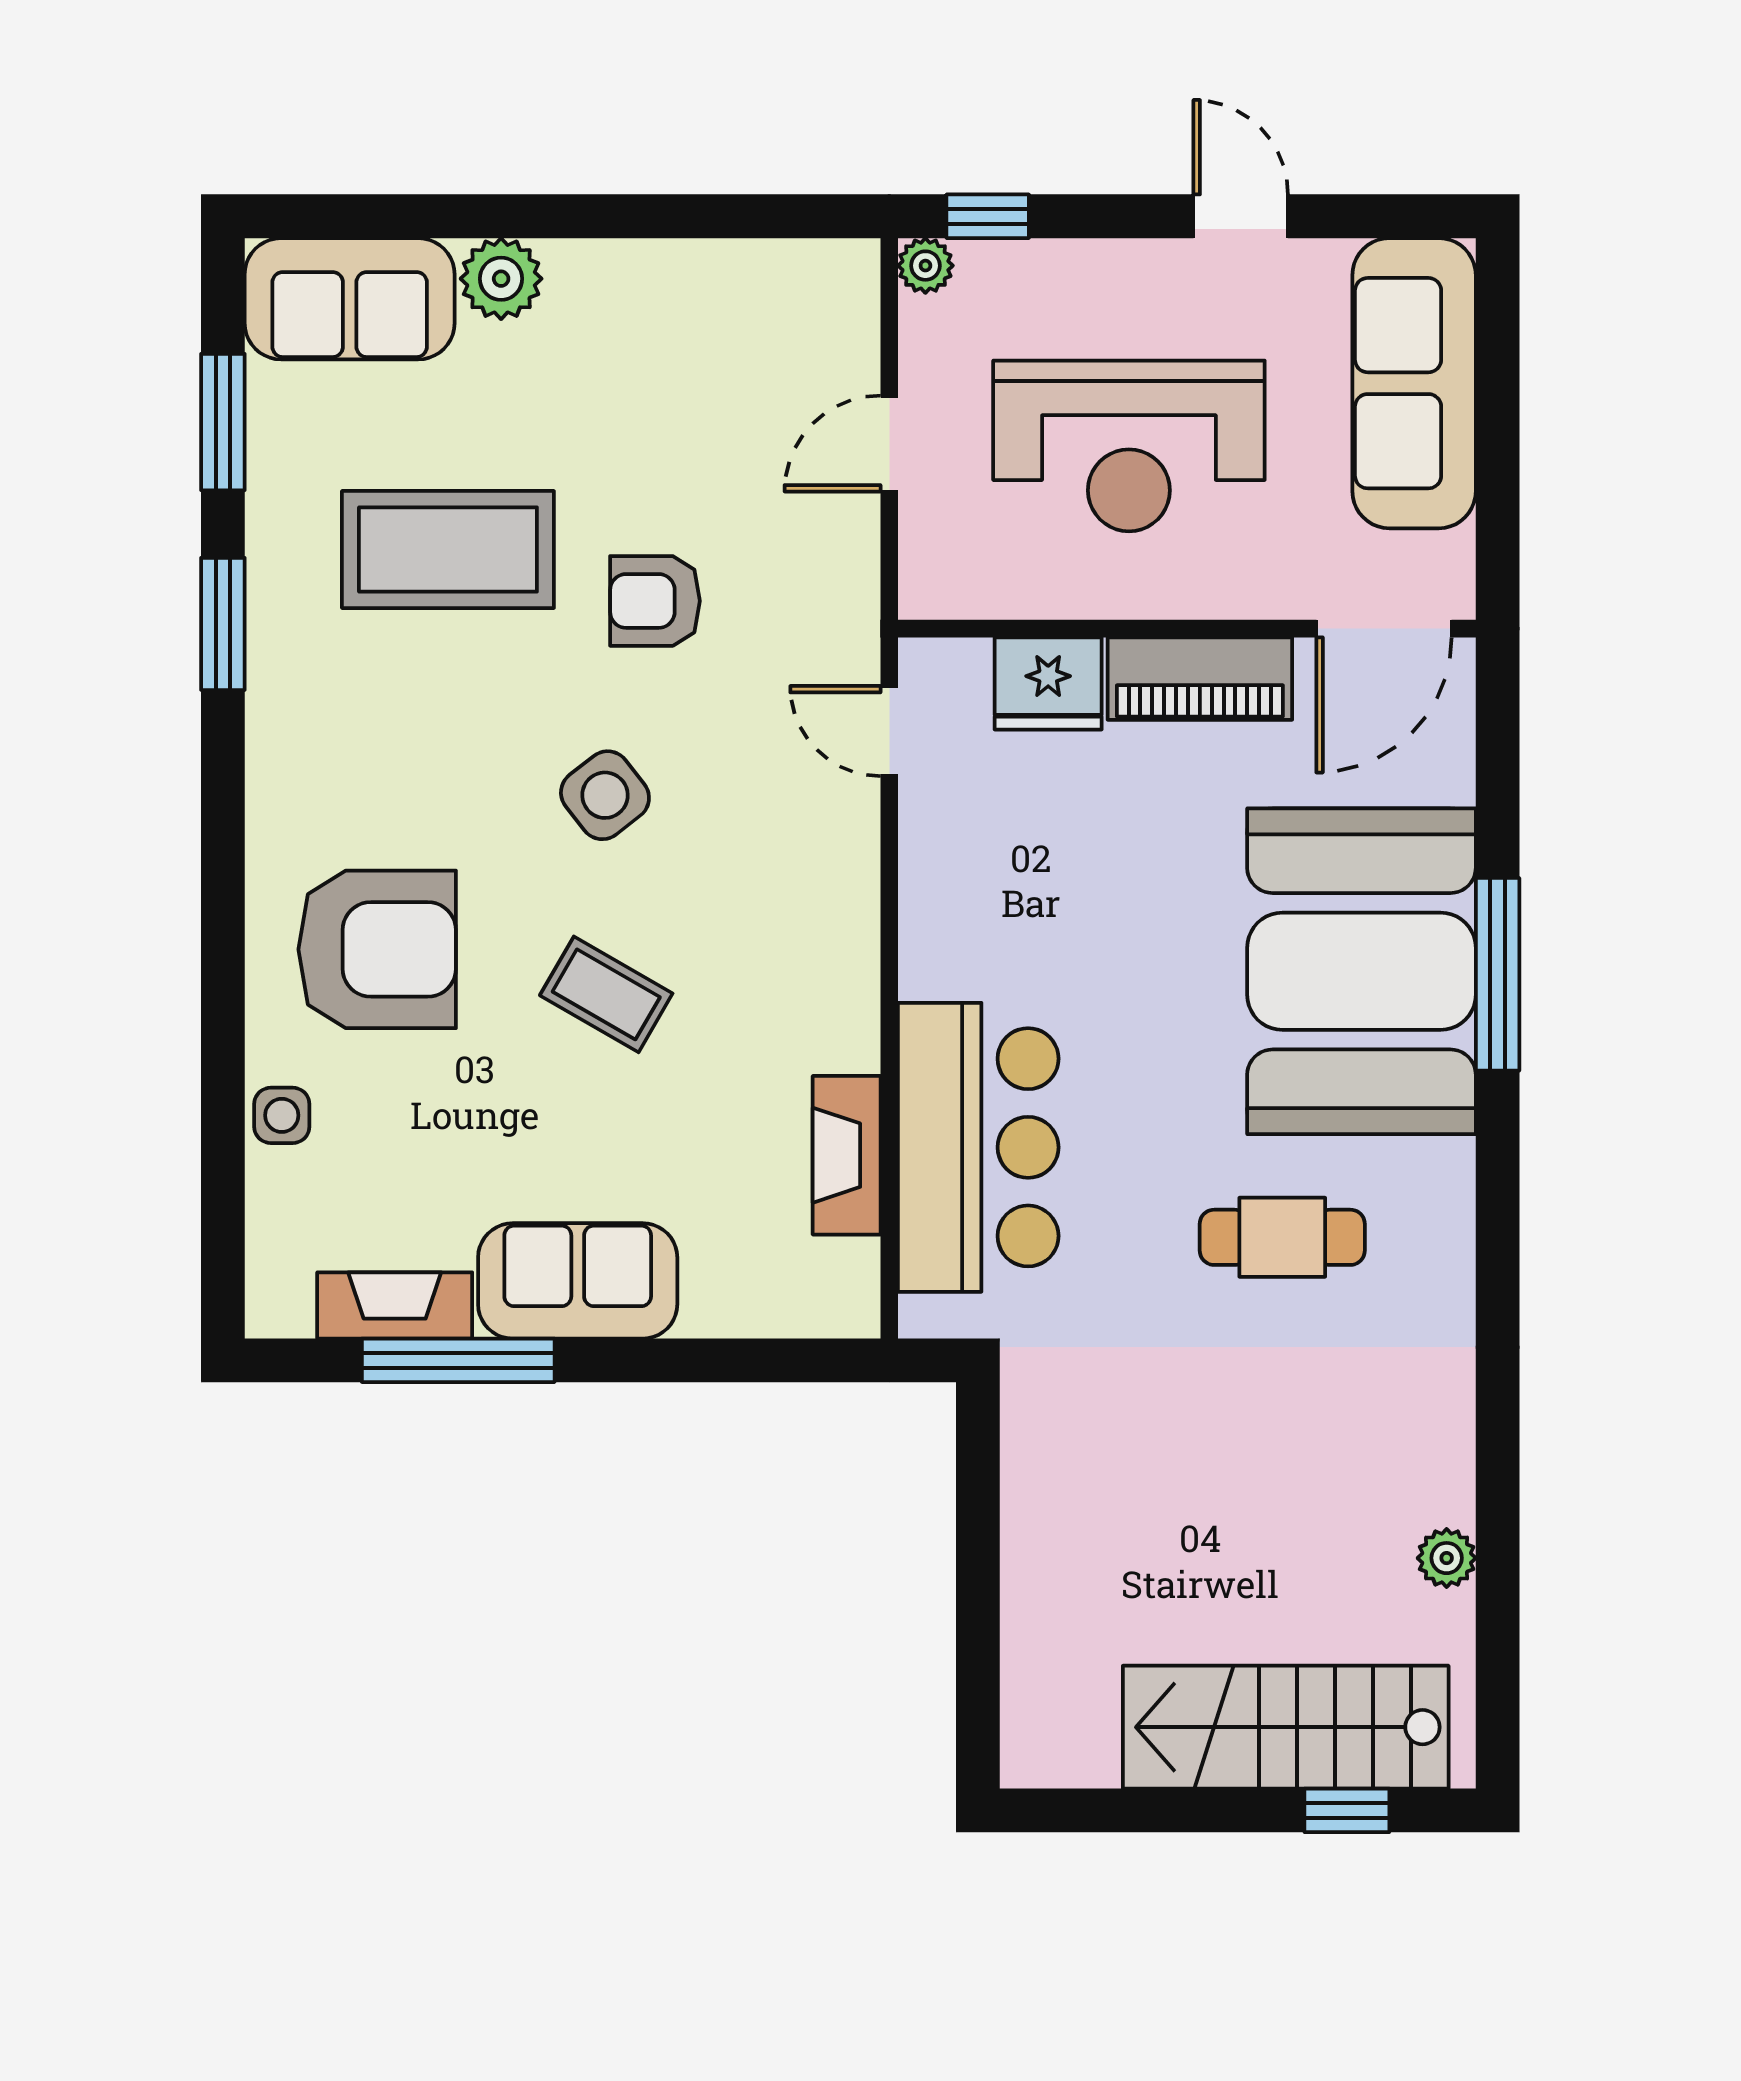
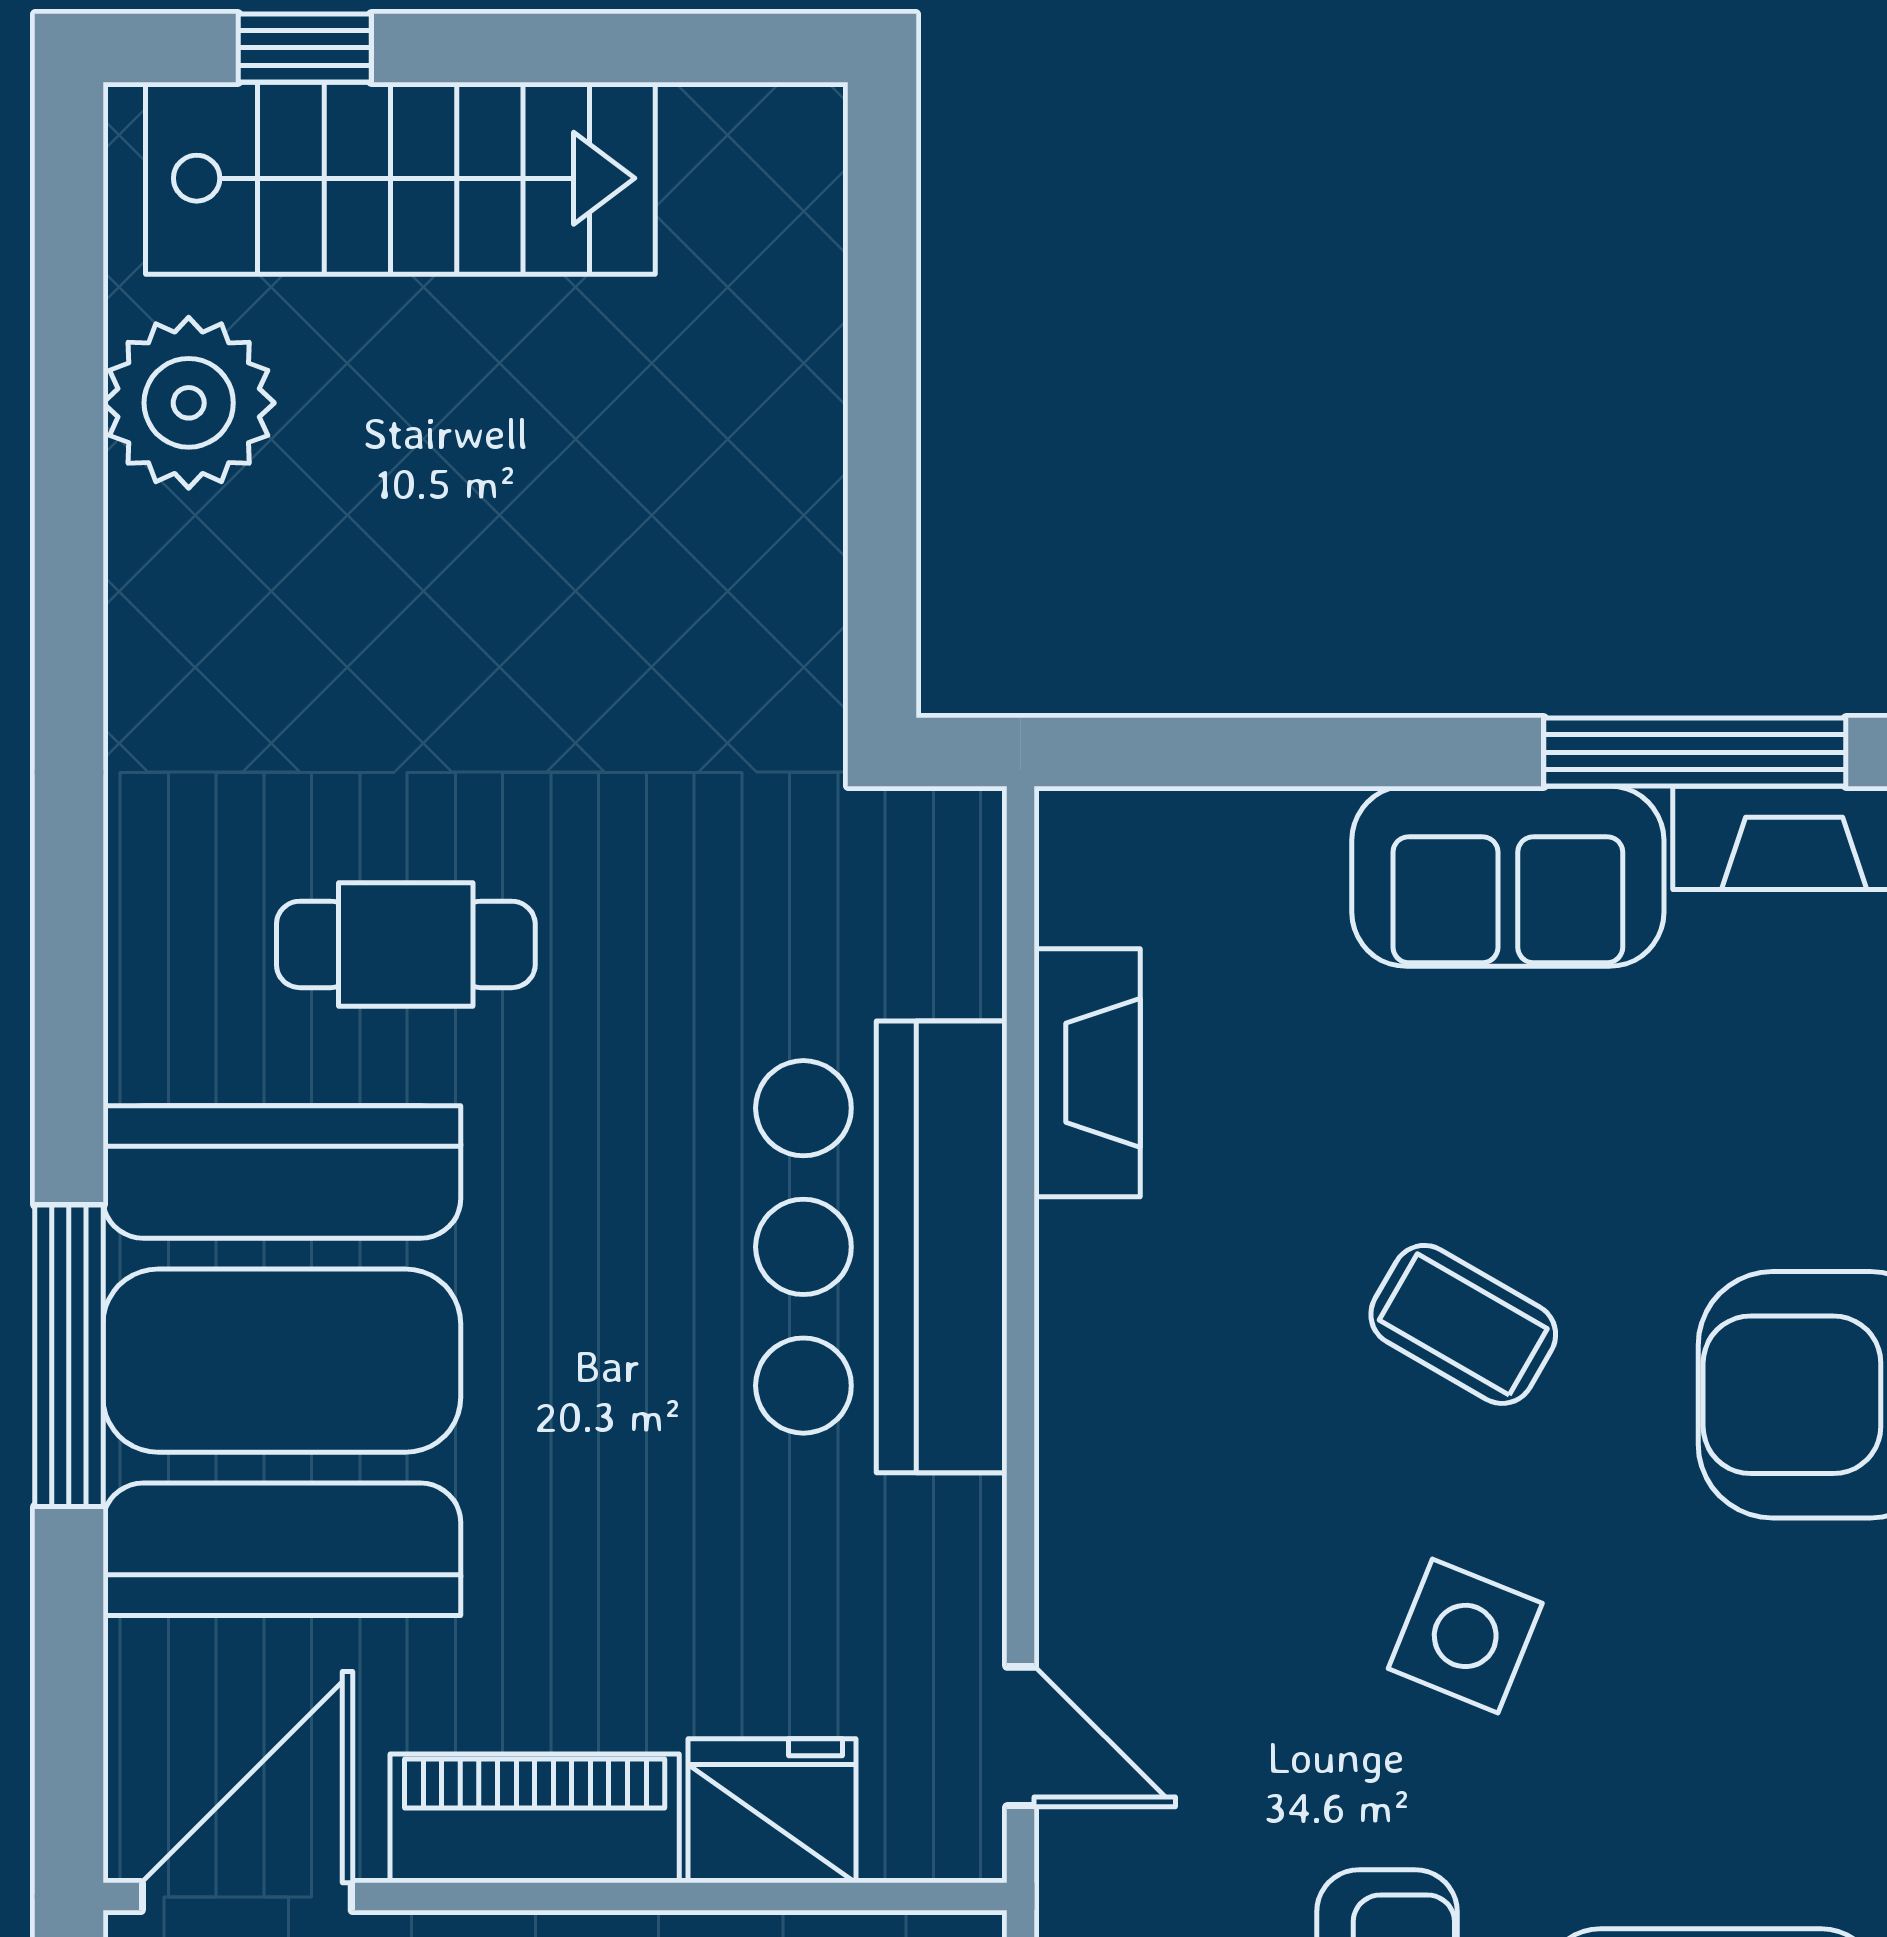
side table: (605, 795) -> (1465, 1636), turned -30
bar counter: (978, 1147) -> (881, 1247), moved
plant: (1447, 1558) -> (189, 403), width x1.88, depth x1.88

